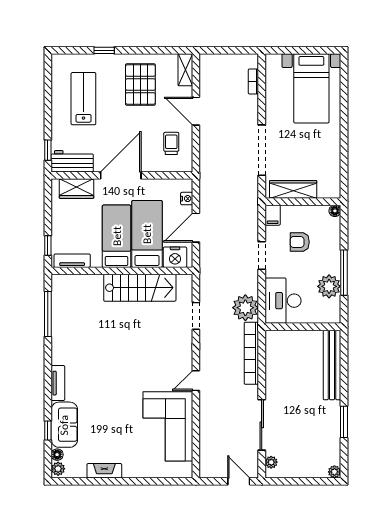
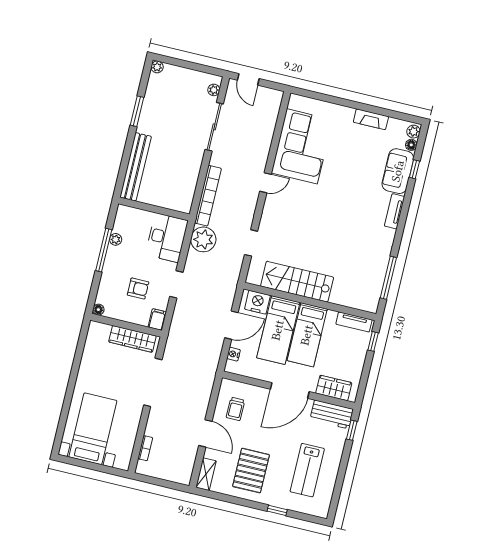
plant: (329, 286) -> (116, 239), width x0.53, depth x0.53

